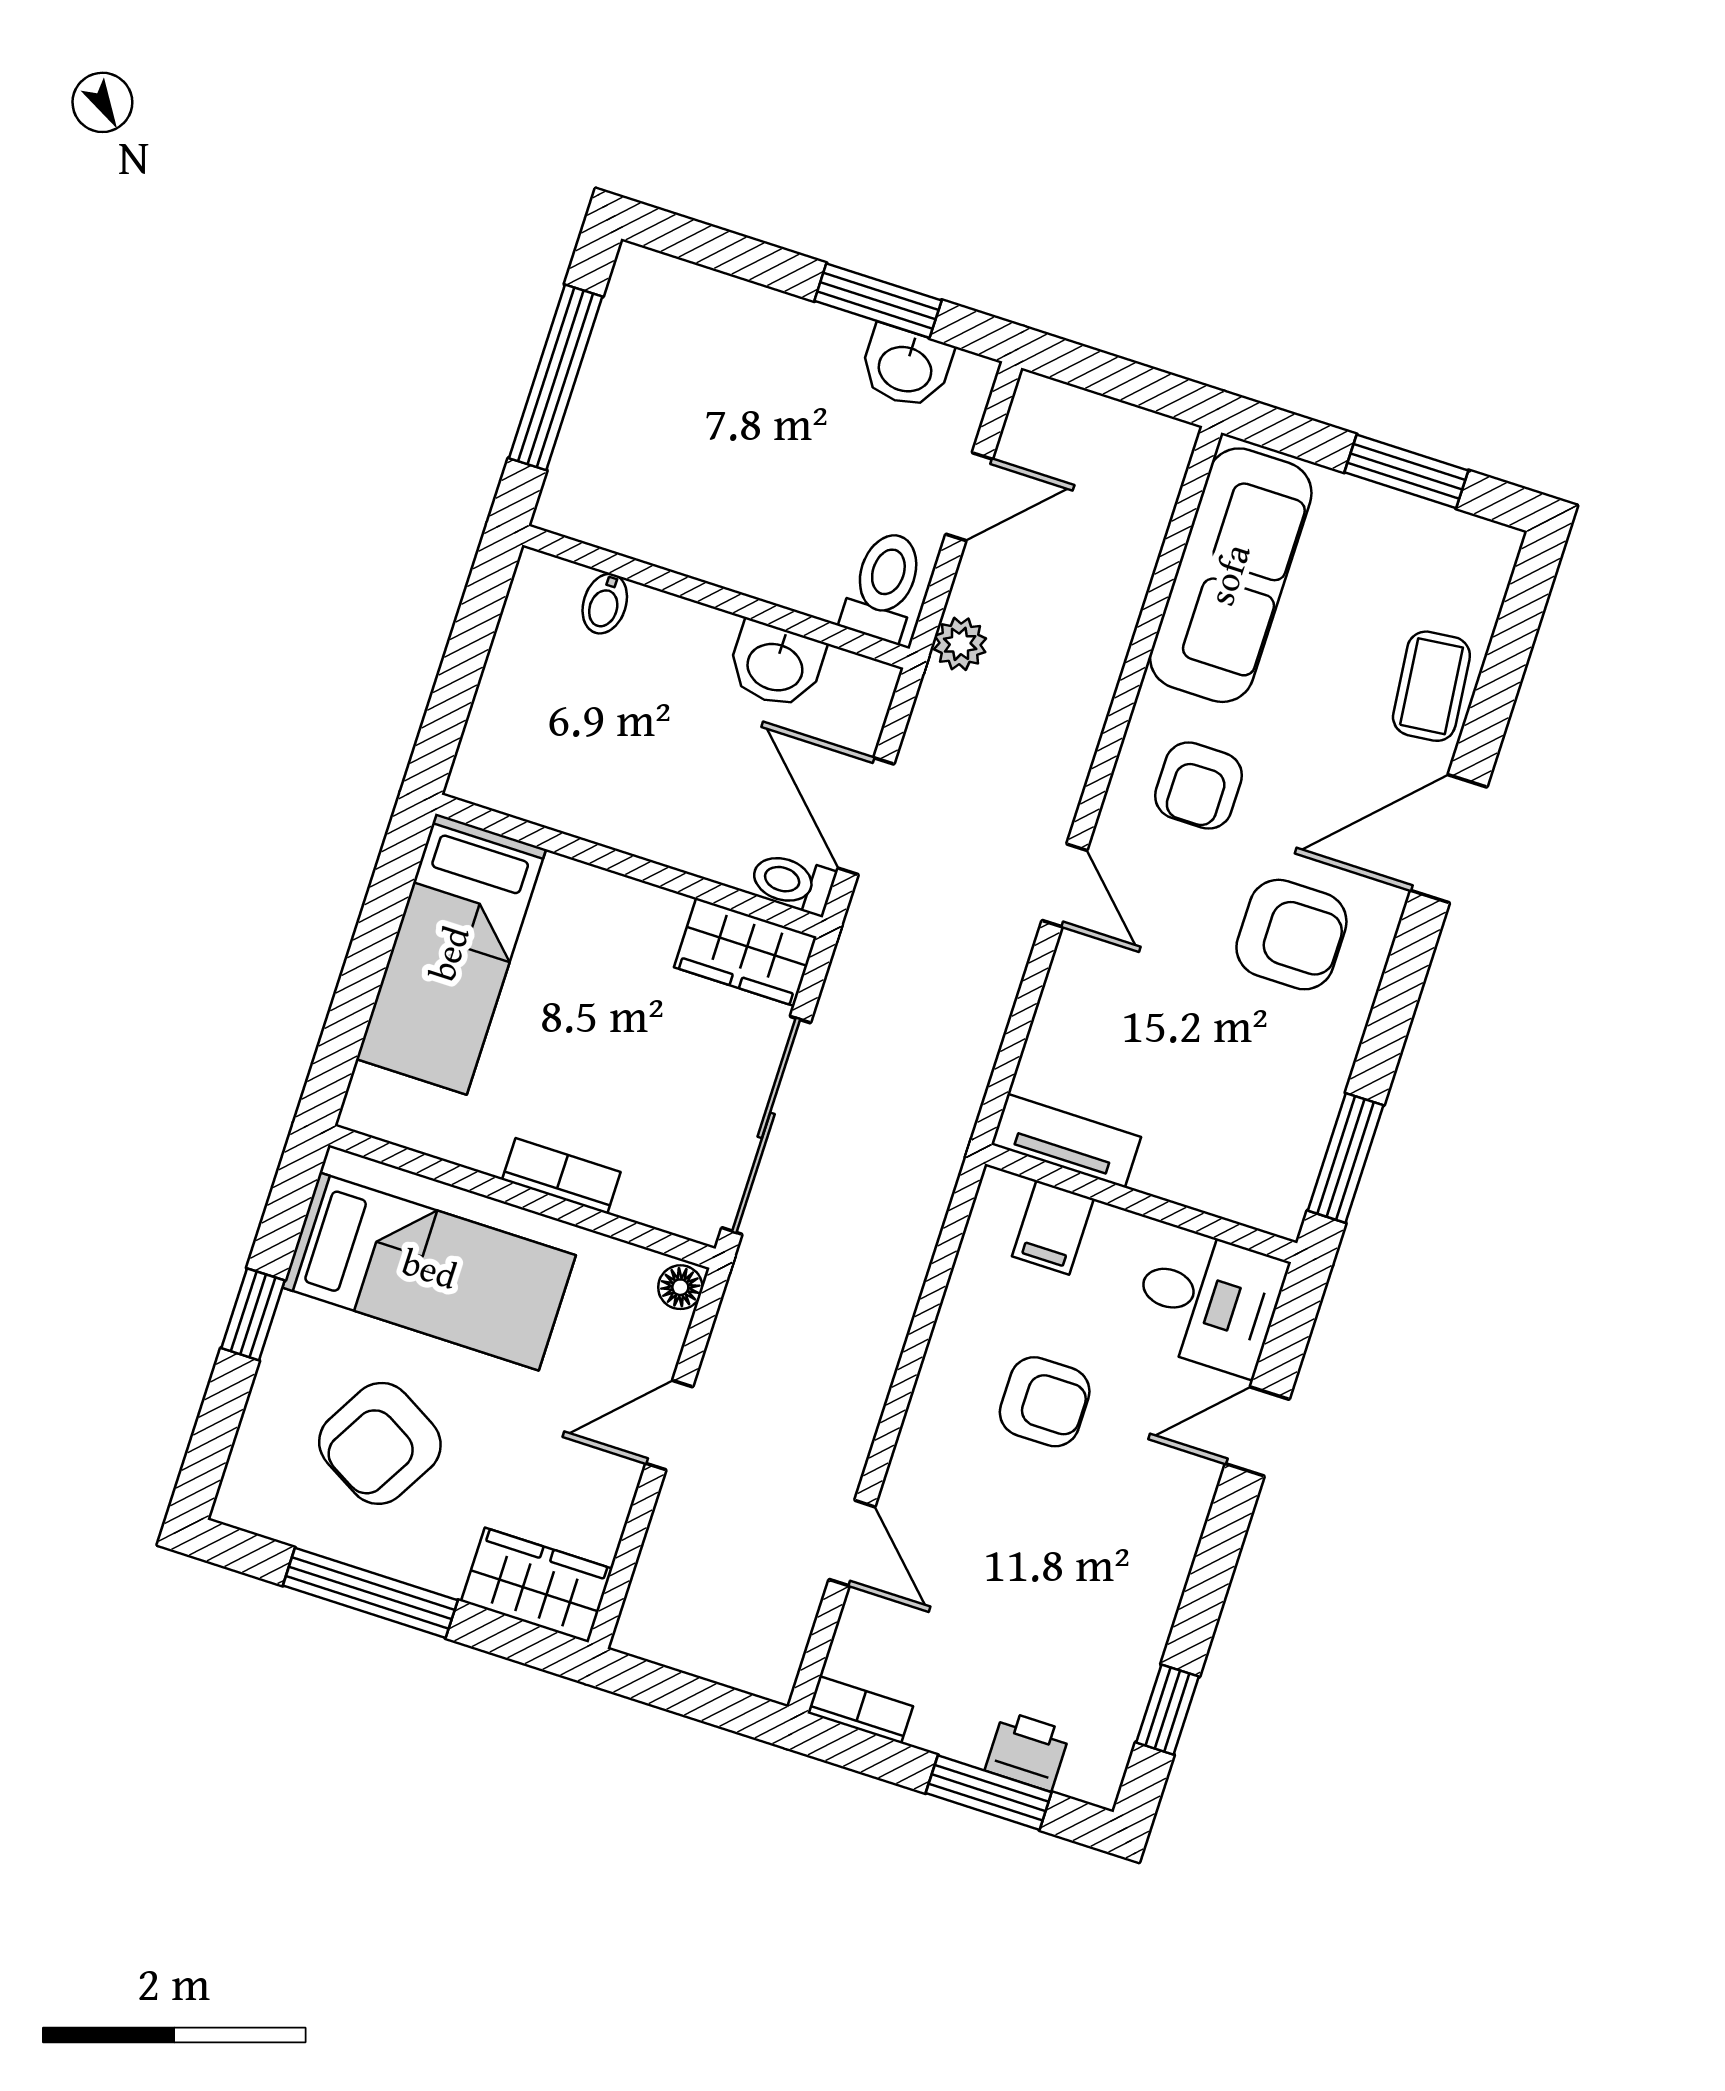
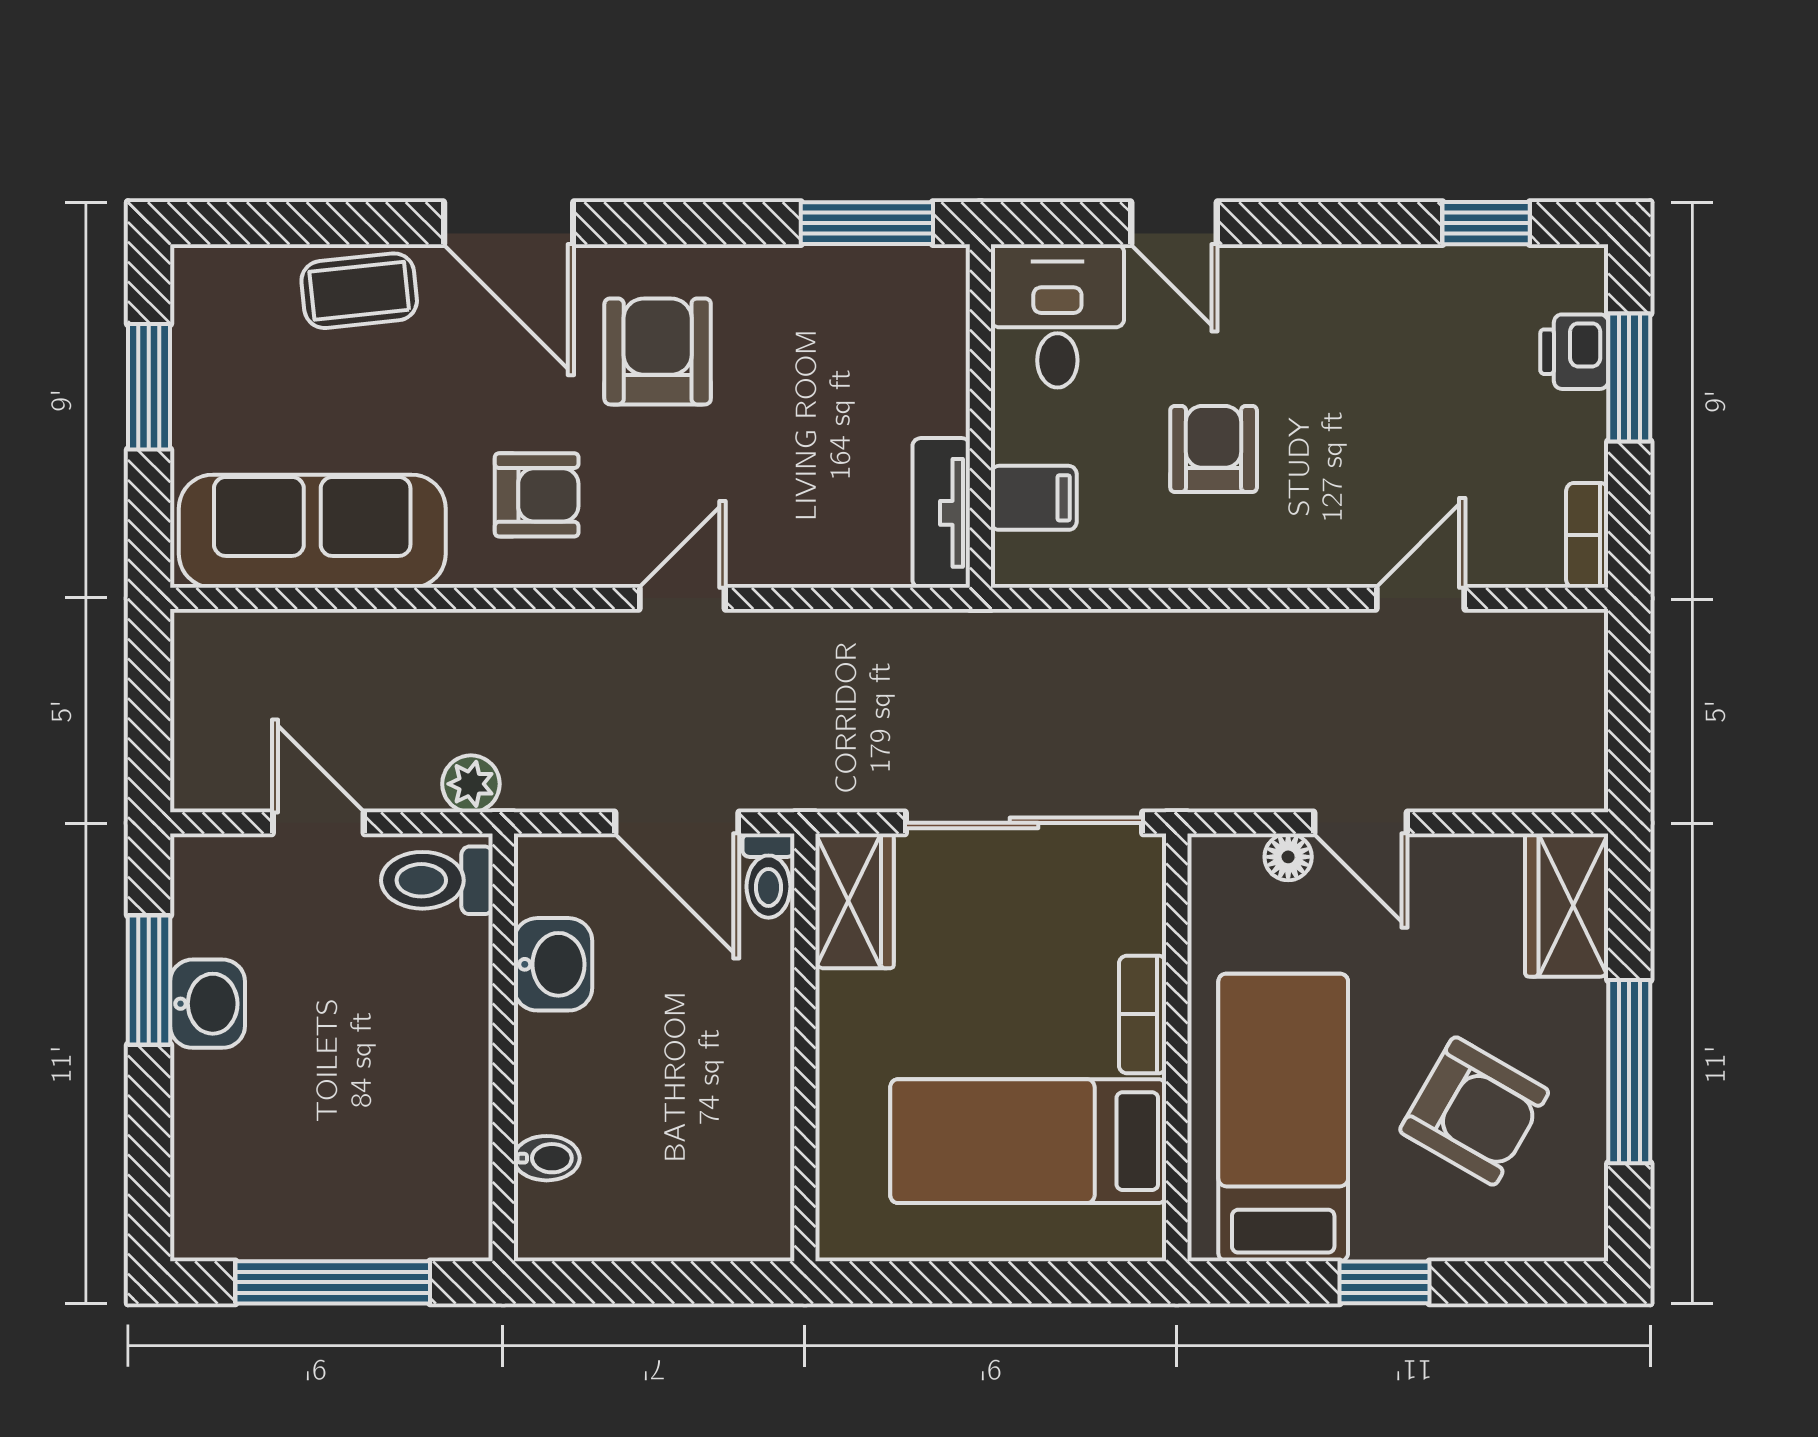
washbasin: (906, 367) -> (207, 1004), moved
door: (866, 816) -> (677, 823), hinge flipped
bed: (451, 954) -> (1028, 1141), moved, turned 180
floor lamp: (680, 1287) -> (1288, 857), moved

